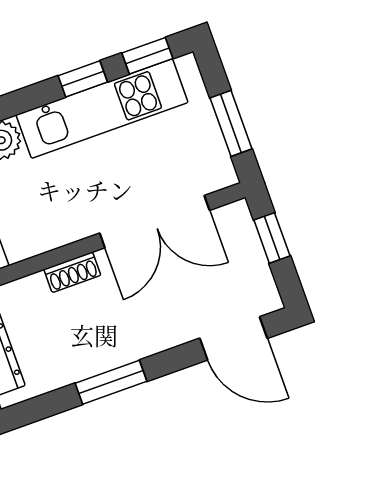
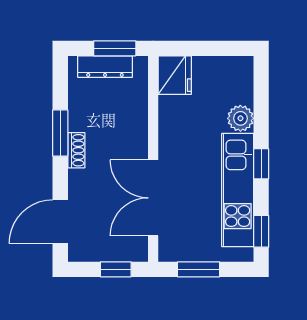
window: (83, 79) -> (261, 164), moved
shoe rack: (72, 272) -> (76, 150), moved, turned 180

